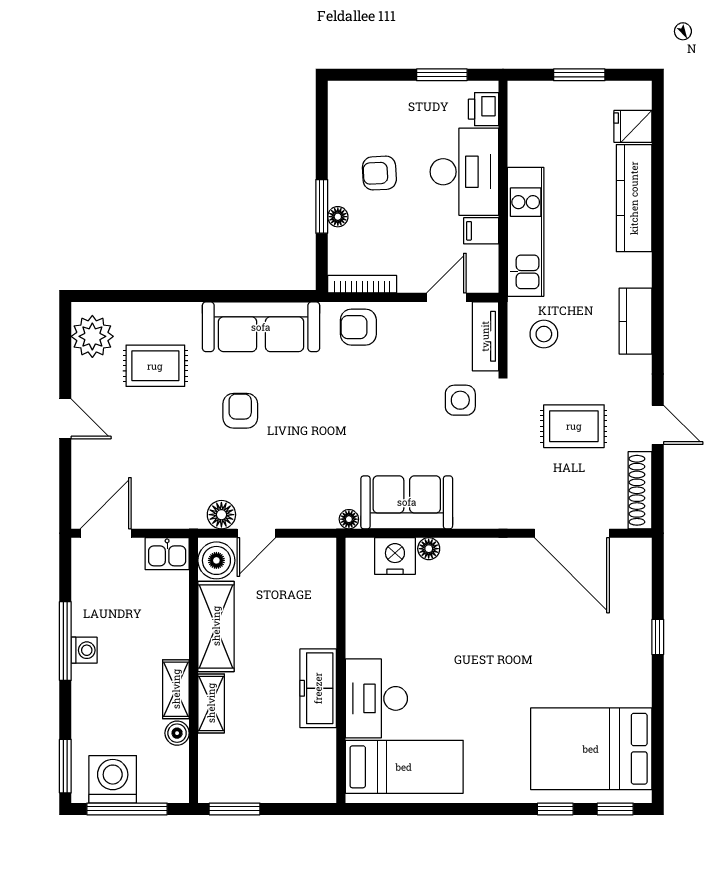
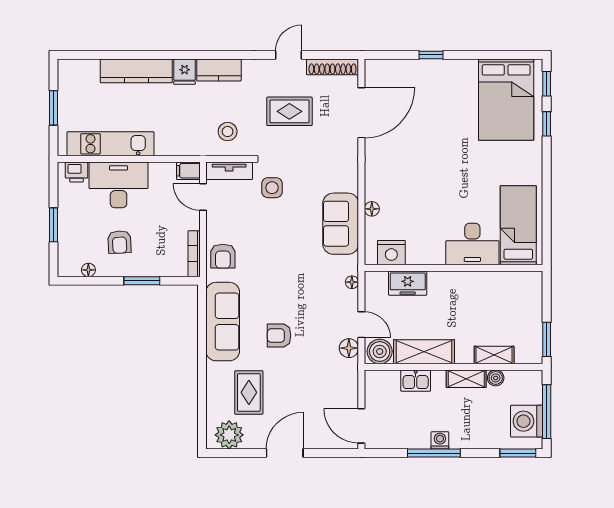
window: (442, 75) -> (53, 225), moved
fridge: (633, 126) -> (185, 72), moved
floor lamp: (338, 217) -> (88, 270), moved
filing cabinet: (481, 231) -> (188, 171), moved, turned 90
kitchen unit: (526, 232) -> (110, 144), moved
door: (65, 419) -> (285, 453), width x1.38
rug: (574, 426) -> (289, 111), turned 90
floor lamp: (349, 519) -> (352, 282), moved
kitchen sink: (167, 554) -> (416, 381), moved, turned 90
nightstand: (395, 556) -> (391, 253), moved, turned -90
freezer: (318, 688) -> (408, 283), moved, width x0.71
shelving: (211, 703) -> (494, 355), moved

